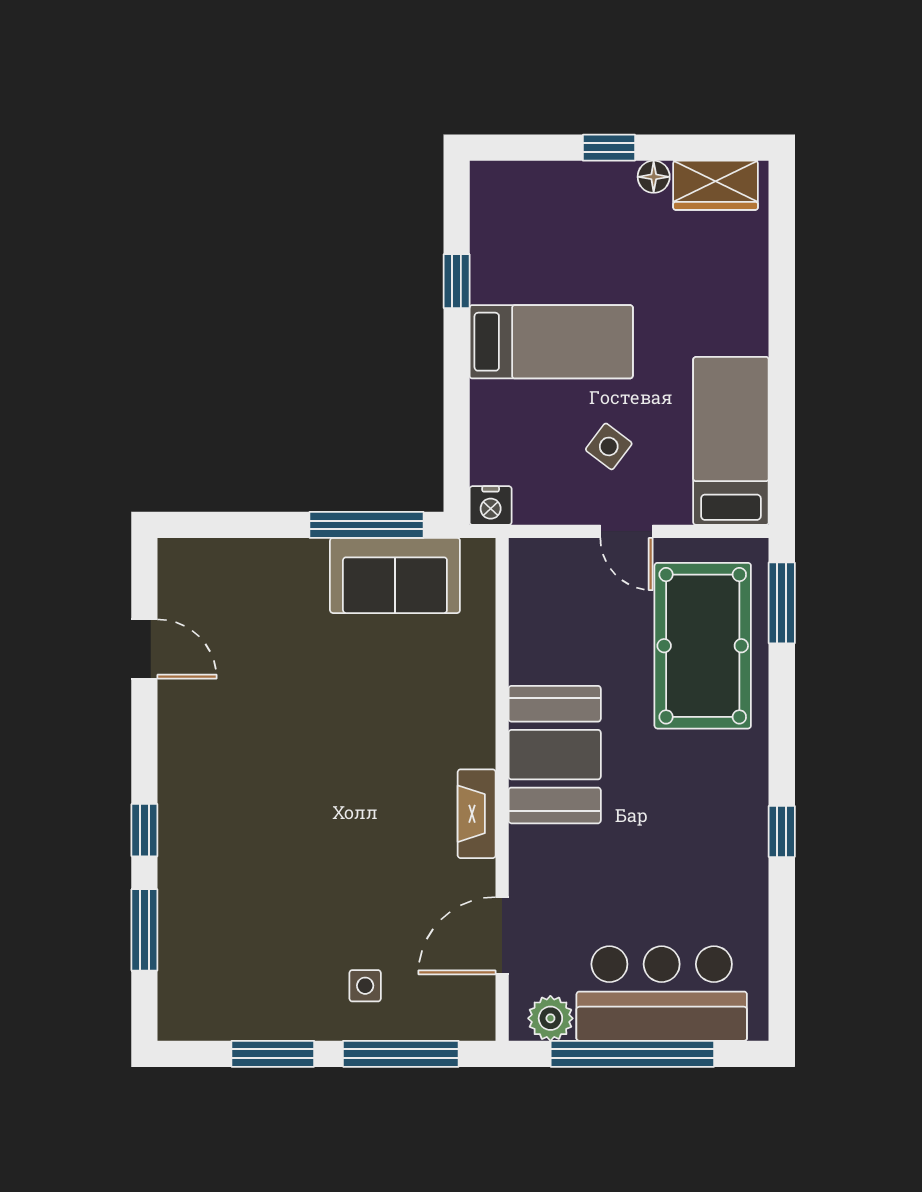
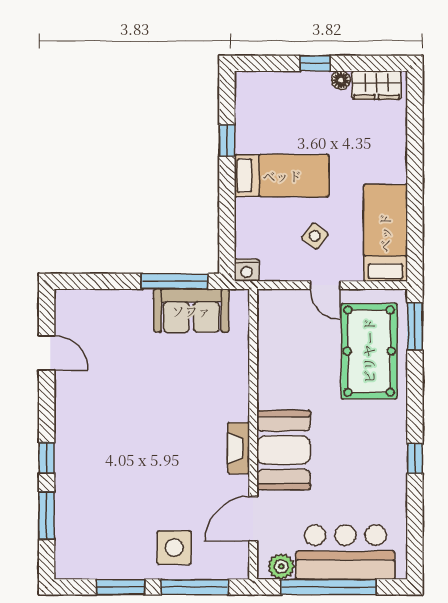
booth: (555, 755) -> (284, 450), moved
side table: (365, 986) -> (174, 548), width x1.87, depth x1.87

